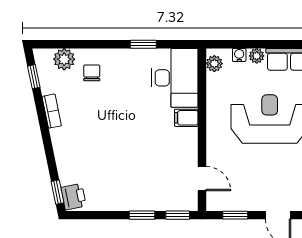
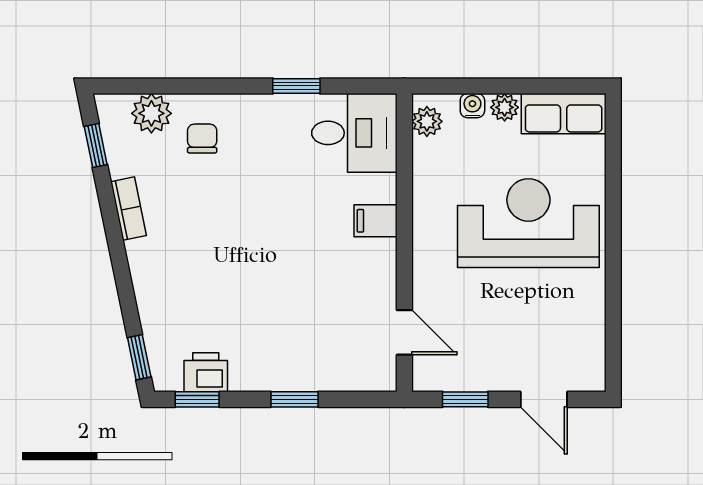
desk: (175, 78) -> (354, 133), width x0.73
printer: (73, 197) -> (206, 372), moved, turned -78
window: (178, 215) -> (197, 399), moved

